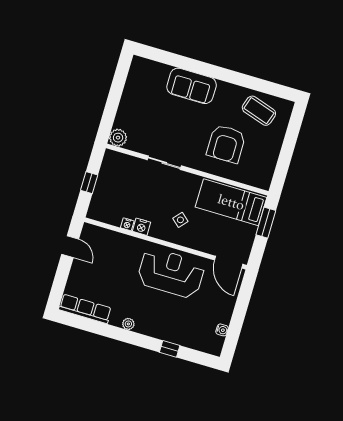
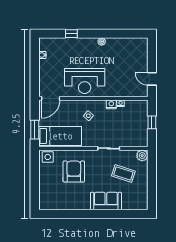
coffee table: (259, 111) -> (123, 174), moved
side table: (259, 177) -> (48, 157), added
door: (229, 262) -> (51, 98), swing flipped
row of seats: (85, 309) -> (131, 43), removed

